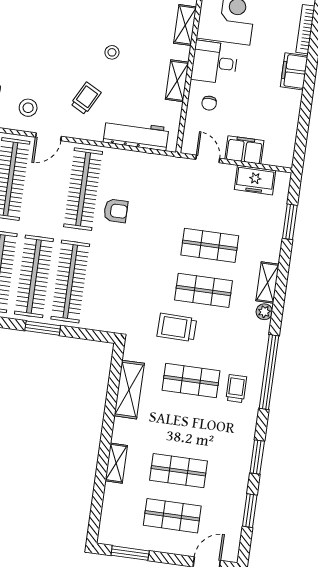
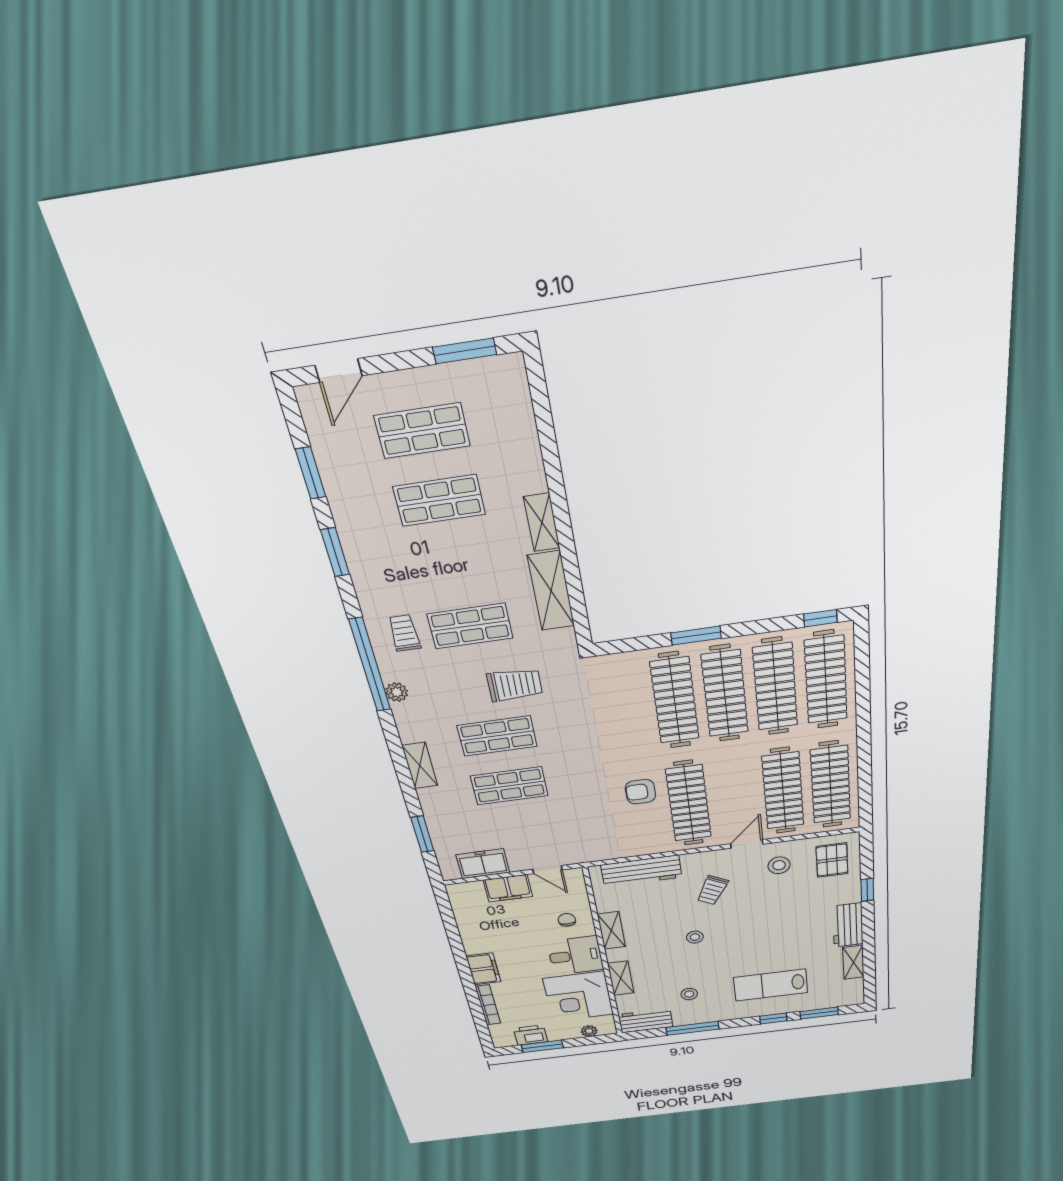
plant: (264, 312) -> (397, 692), moved
trolley: (236, 389) -> (404, 633), turned 180
shelving: (116, 463) -> (542, 522), moved

